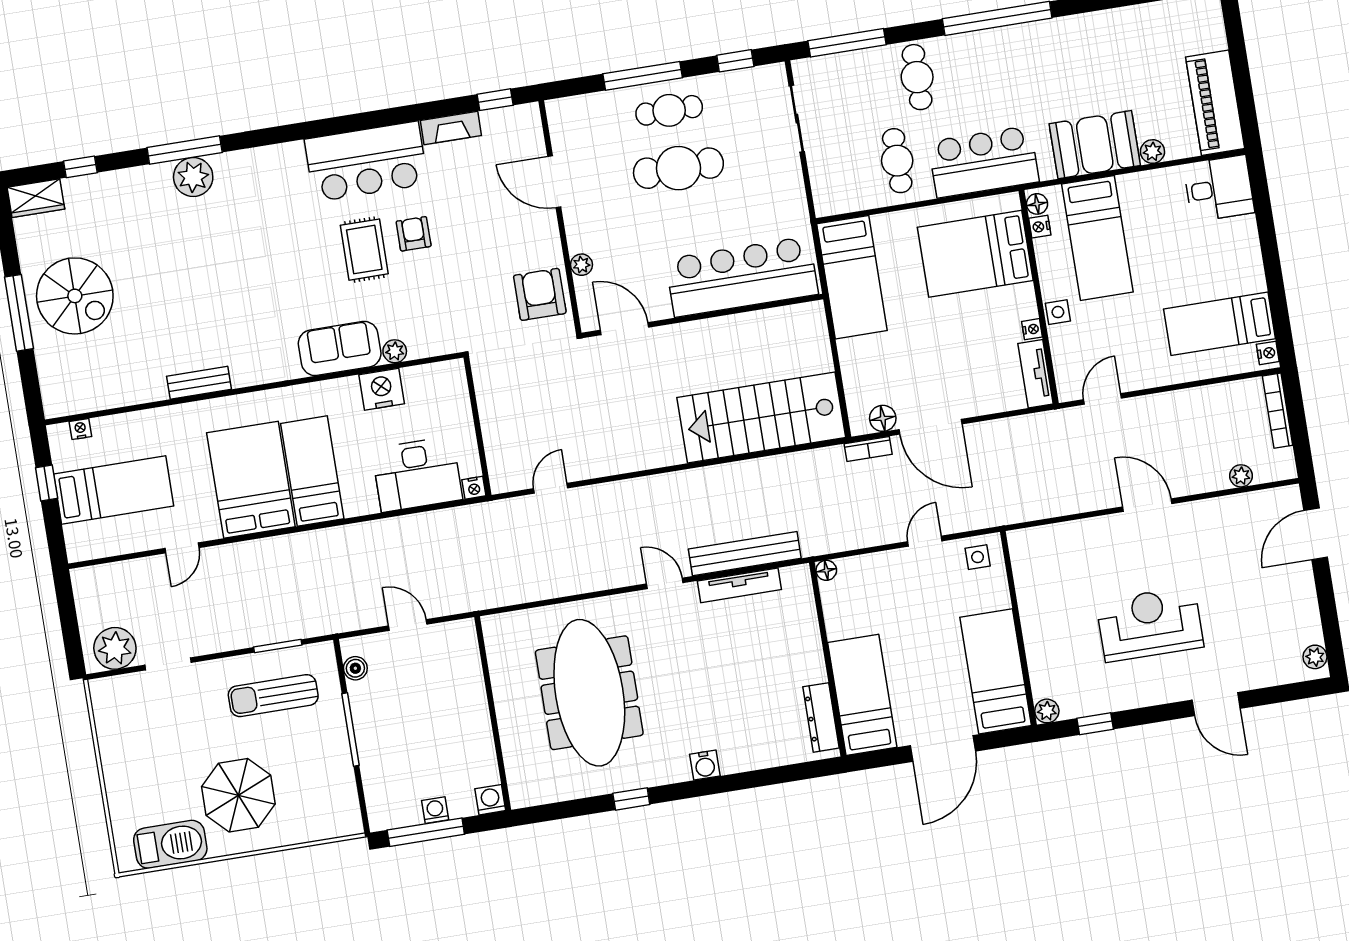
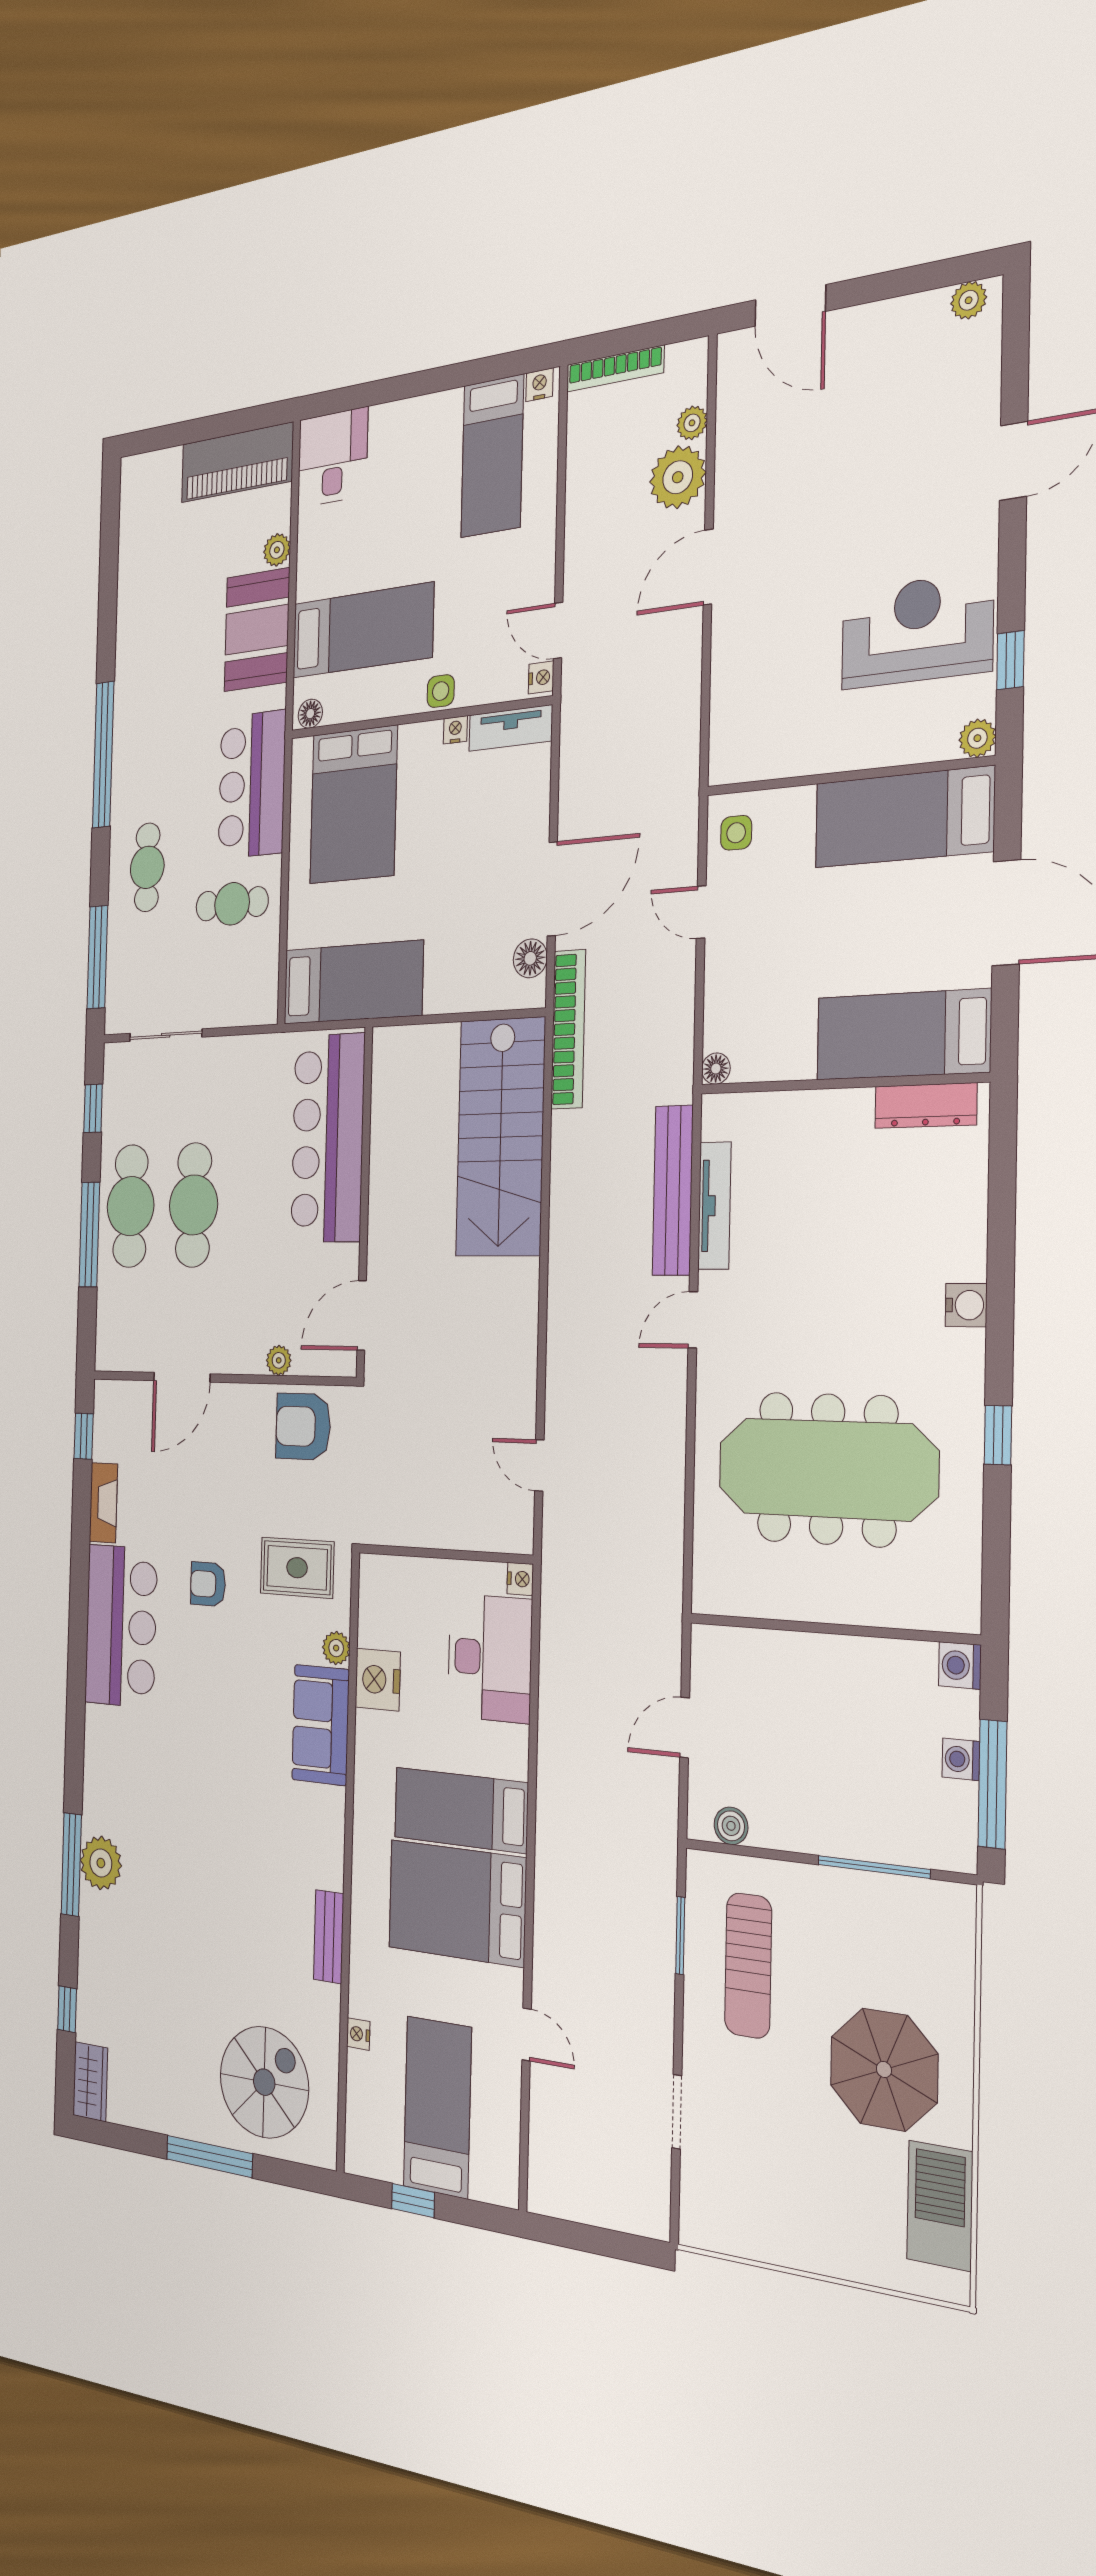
cafe table: (917, 77) -> (147, 867), turned 90
cafe table: (669, 110) -> (130, 1206), width x1.37, depth x1.35
nightstand: (1040, 227) -> (541, 677), moved, turned -90
rug: (364, 250) -> (297, 1568), moved
spiral stairs: (75, 296) -> (264, 2082), moved
nightstand: (80, 429) -> (358, 2034), moved
bookcase: (868, 449) -> (568, 1029), width x2.31, depth x1.31
reception desk: (1150, 624) -> (917, 631), moved, turned 90
plant: (115, 648) -> (678, 477), moved
window: (351, 729) -> (874, 1867), moved

